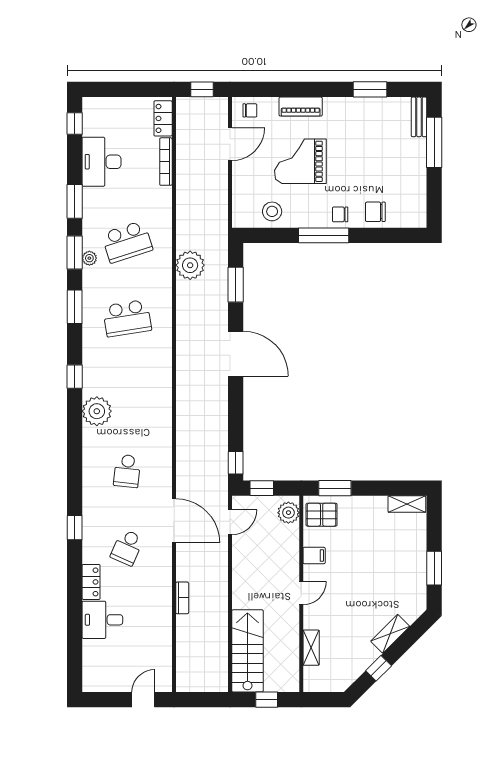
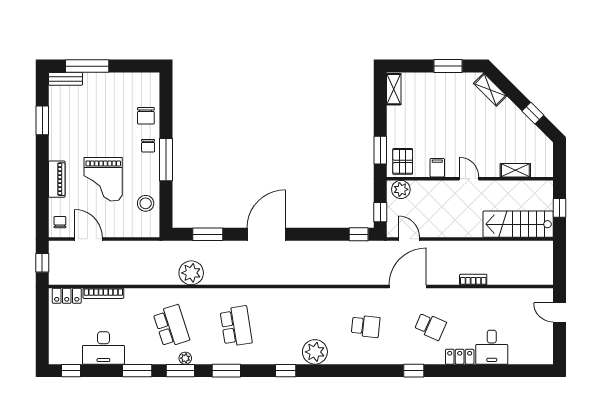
shelving: (390, 634) -> (490, 90), moved

